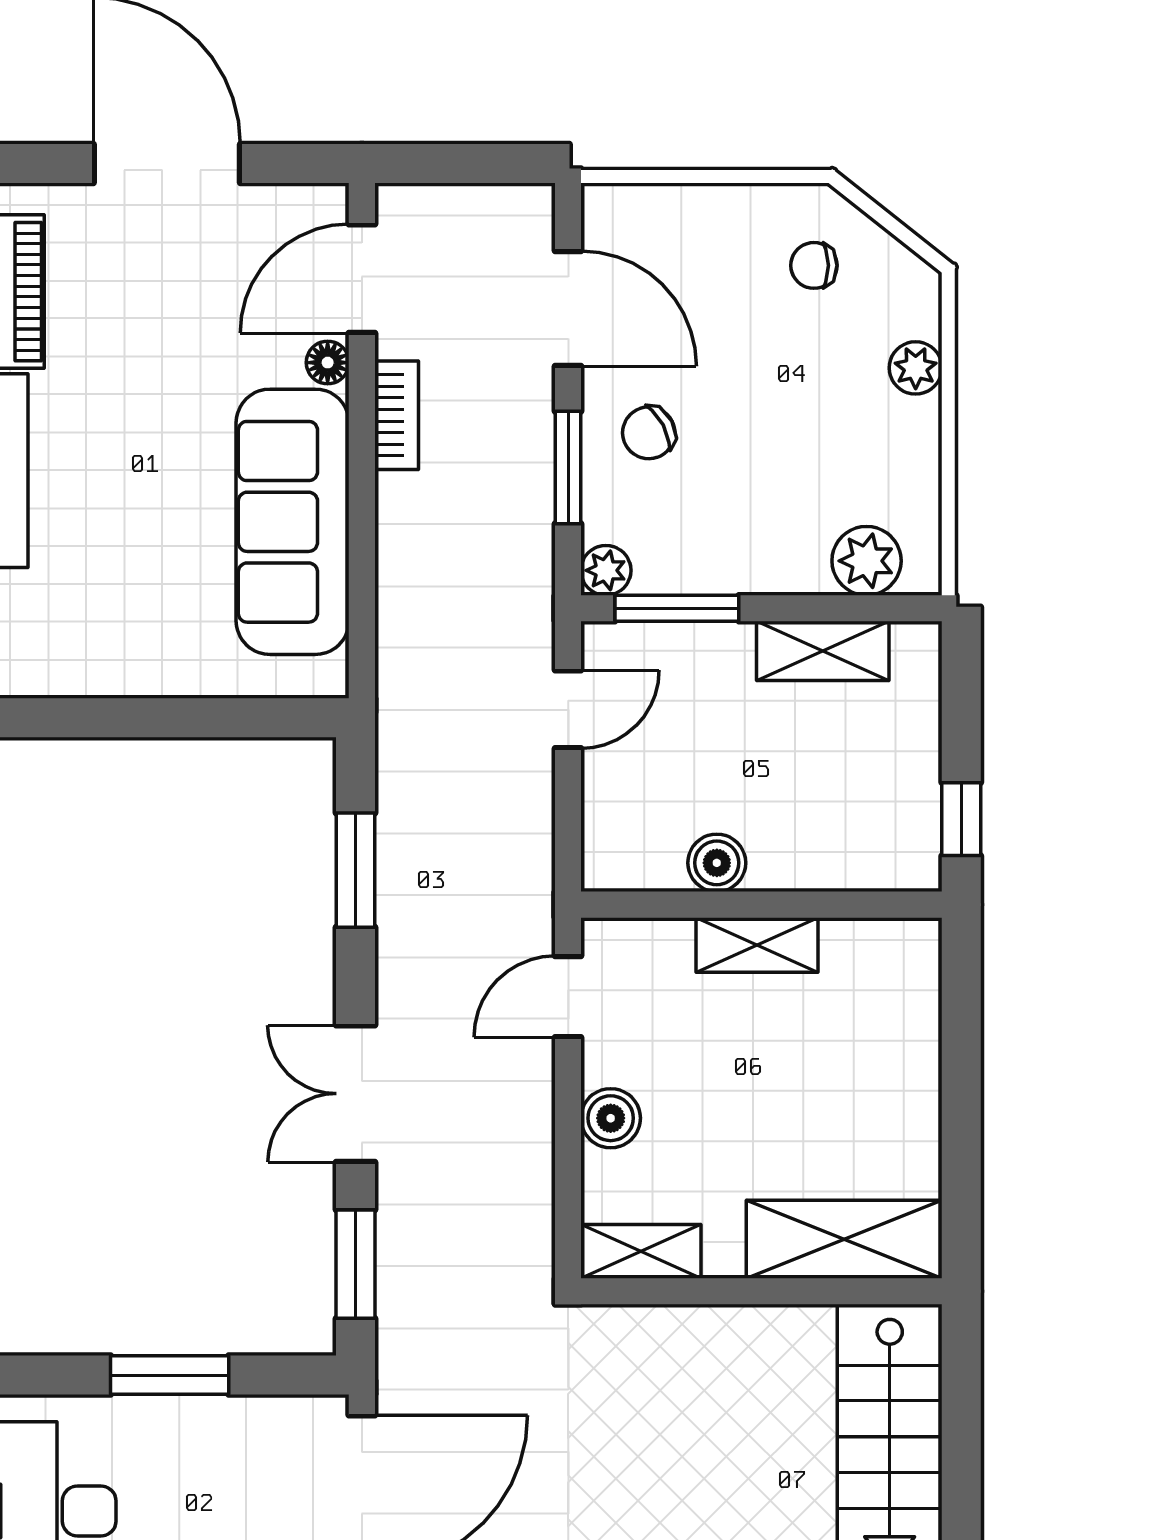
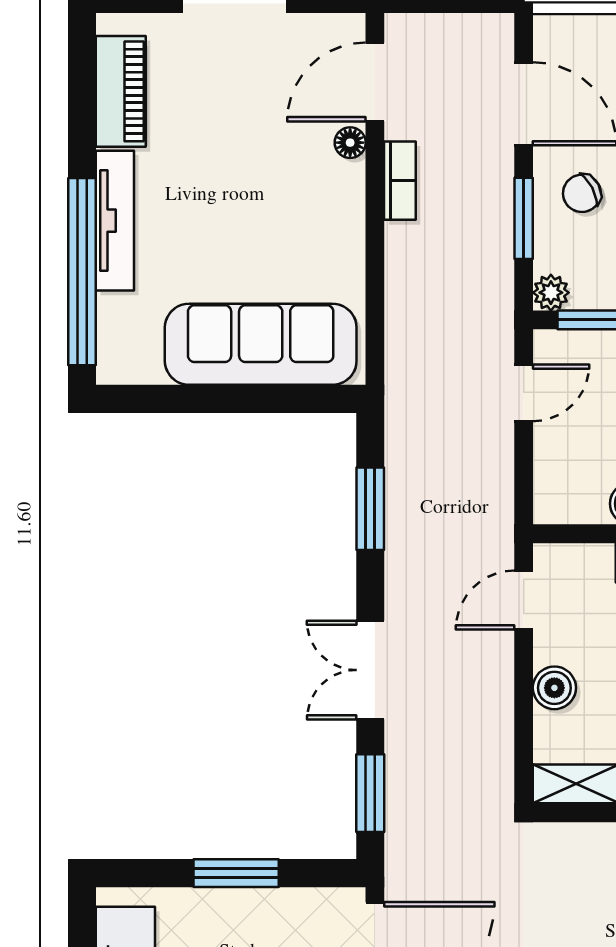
sofa: (293, 522) -> (261, 344), moved, turned 90

